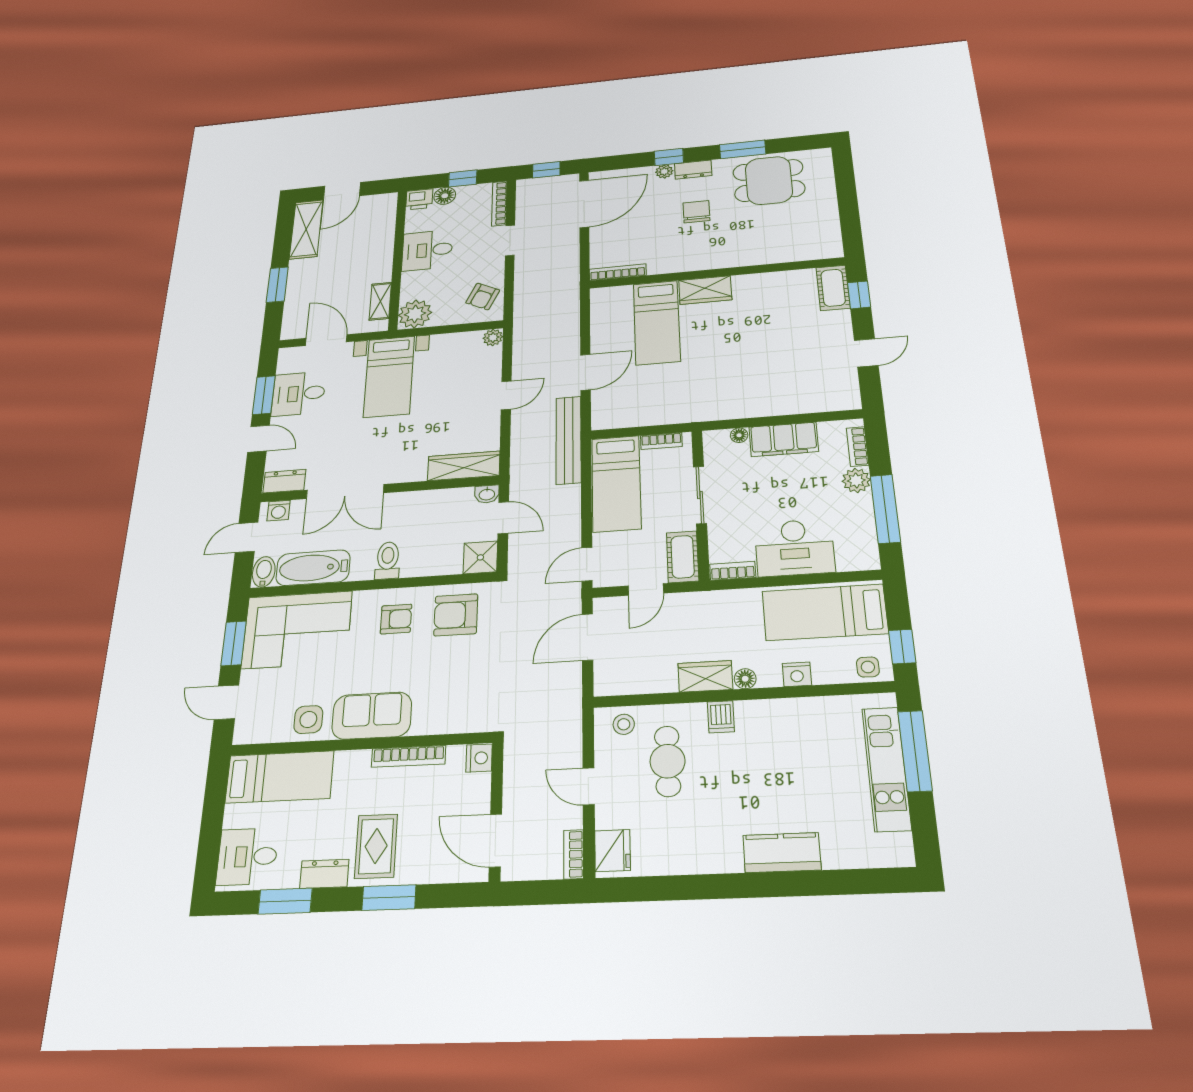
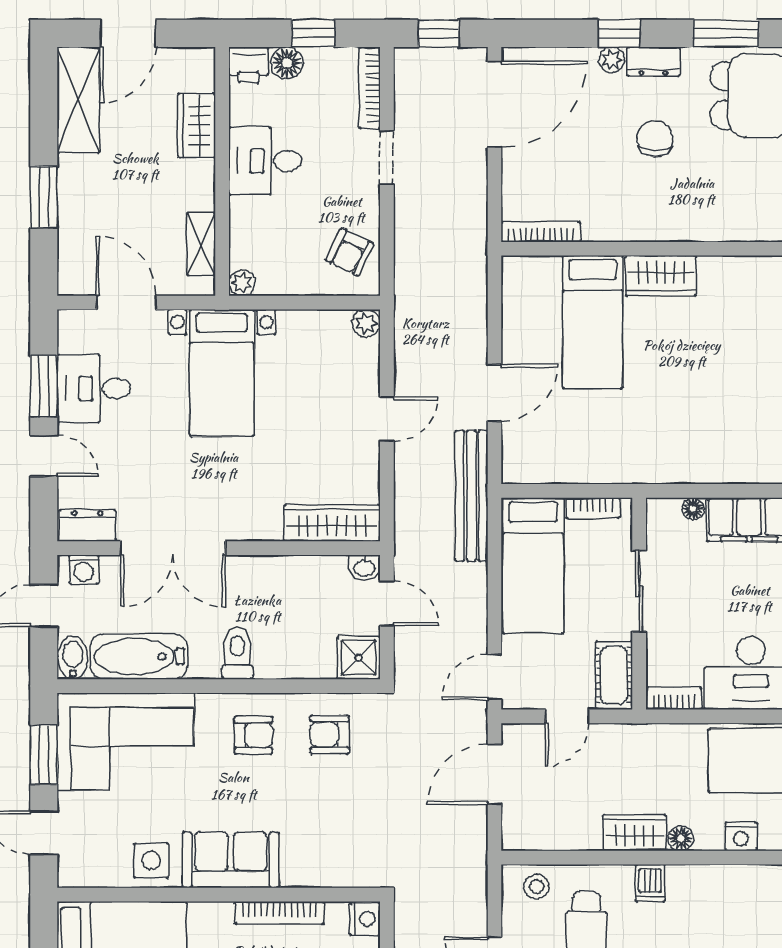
wardrobe: (383, 235) -> (197, 125), added
plant: (415, 314) -> (242, 283), width x0.53, depth x0.53
armchair: (456, 615) -> (330, 734), width x0.72, depth x0.72

